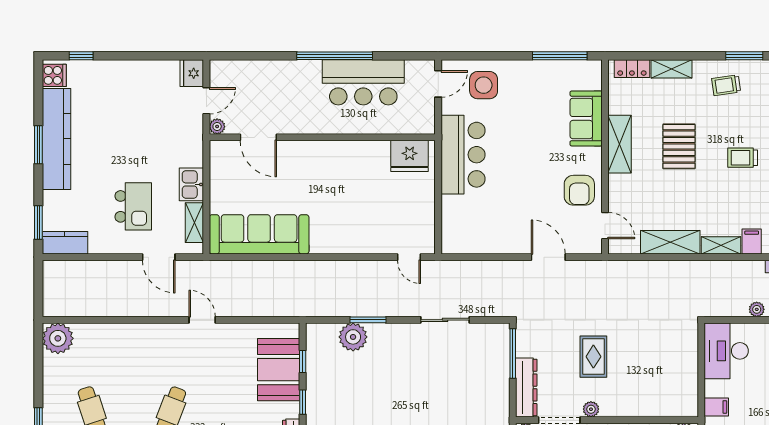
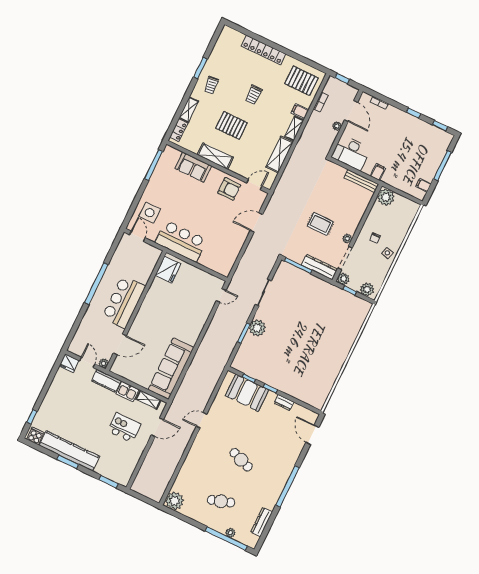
bar counter: (363, 82) -> (124, 302), moved, turned 180
kitchen counter: (65, 243) -> (106, 381), moved, turned -90
plant: (353, 337) -> (257, 328), moved
bench: (690, 388) -> (361, 181), added

